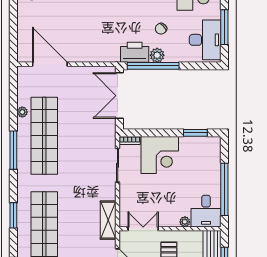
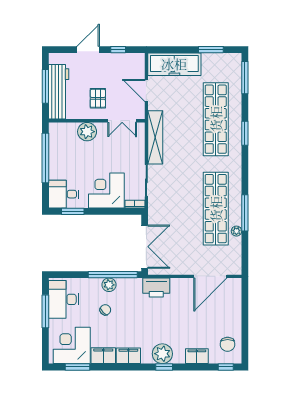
printer: (135, 52) -> (156, 288), moved
door: (50, 64) -> (210, 276), hinge flipped
window: (13, 150) -> (245, 213), moved
desk: (206, 211) -> (64, 194), moved, turned -90
shelving: (108, 220) -> (155, 137), width x1.47
plant: (185, 222) -> (87, 132), width x1.87, depth x1.87

